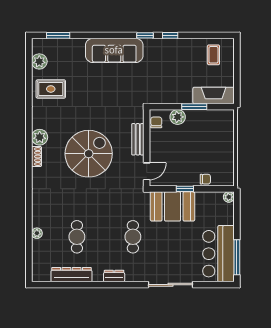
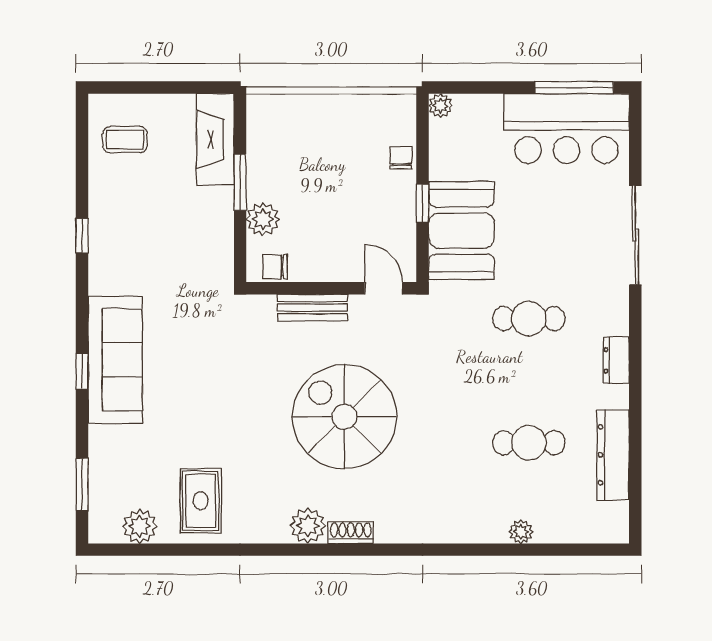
window: (145, 35) -> (82, 371), moved

